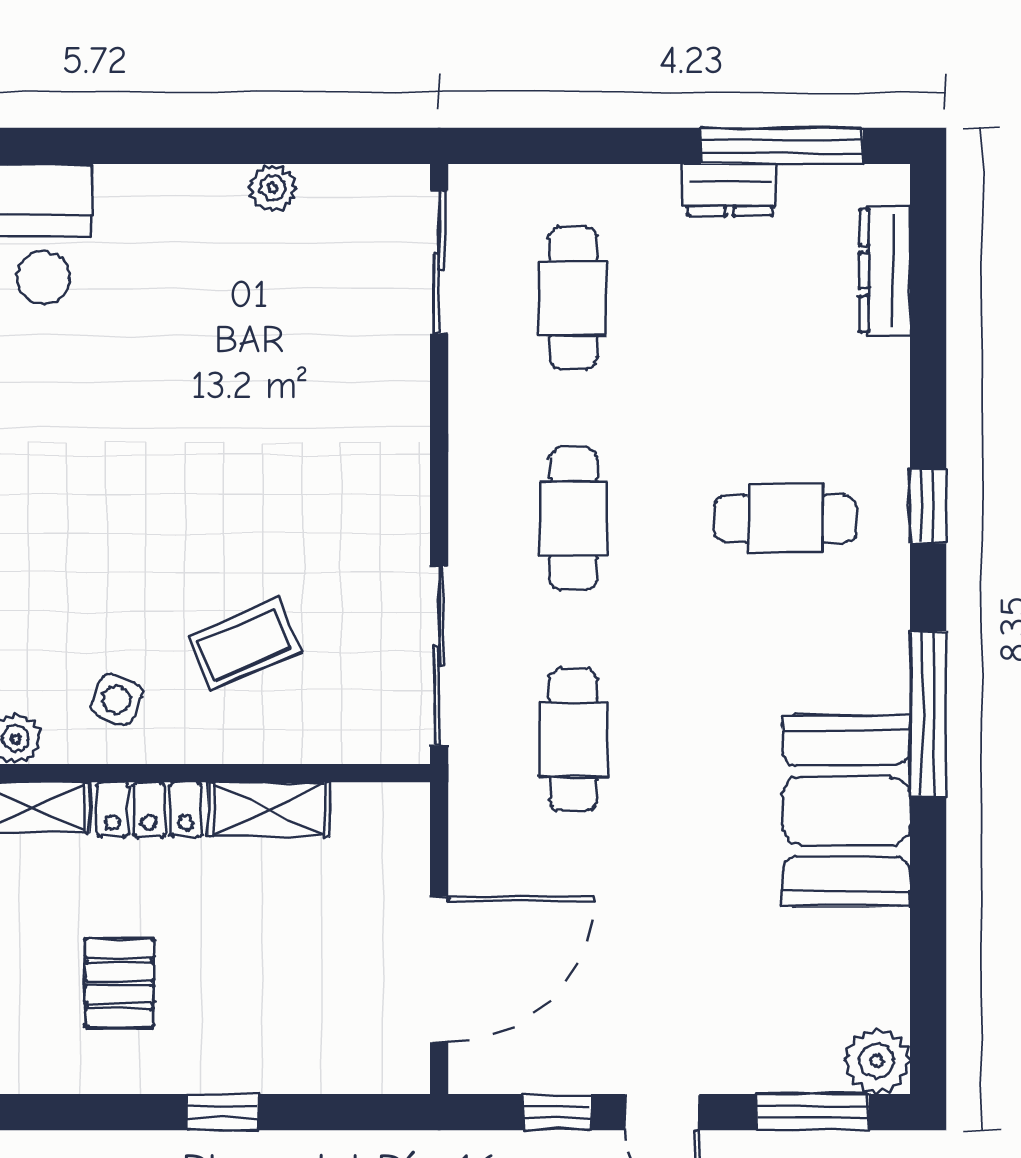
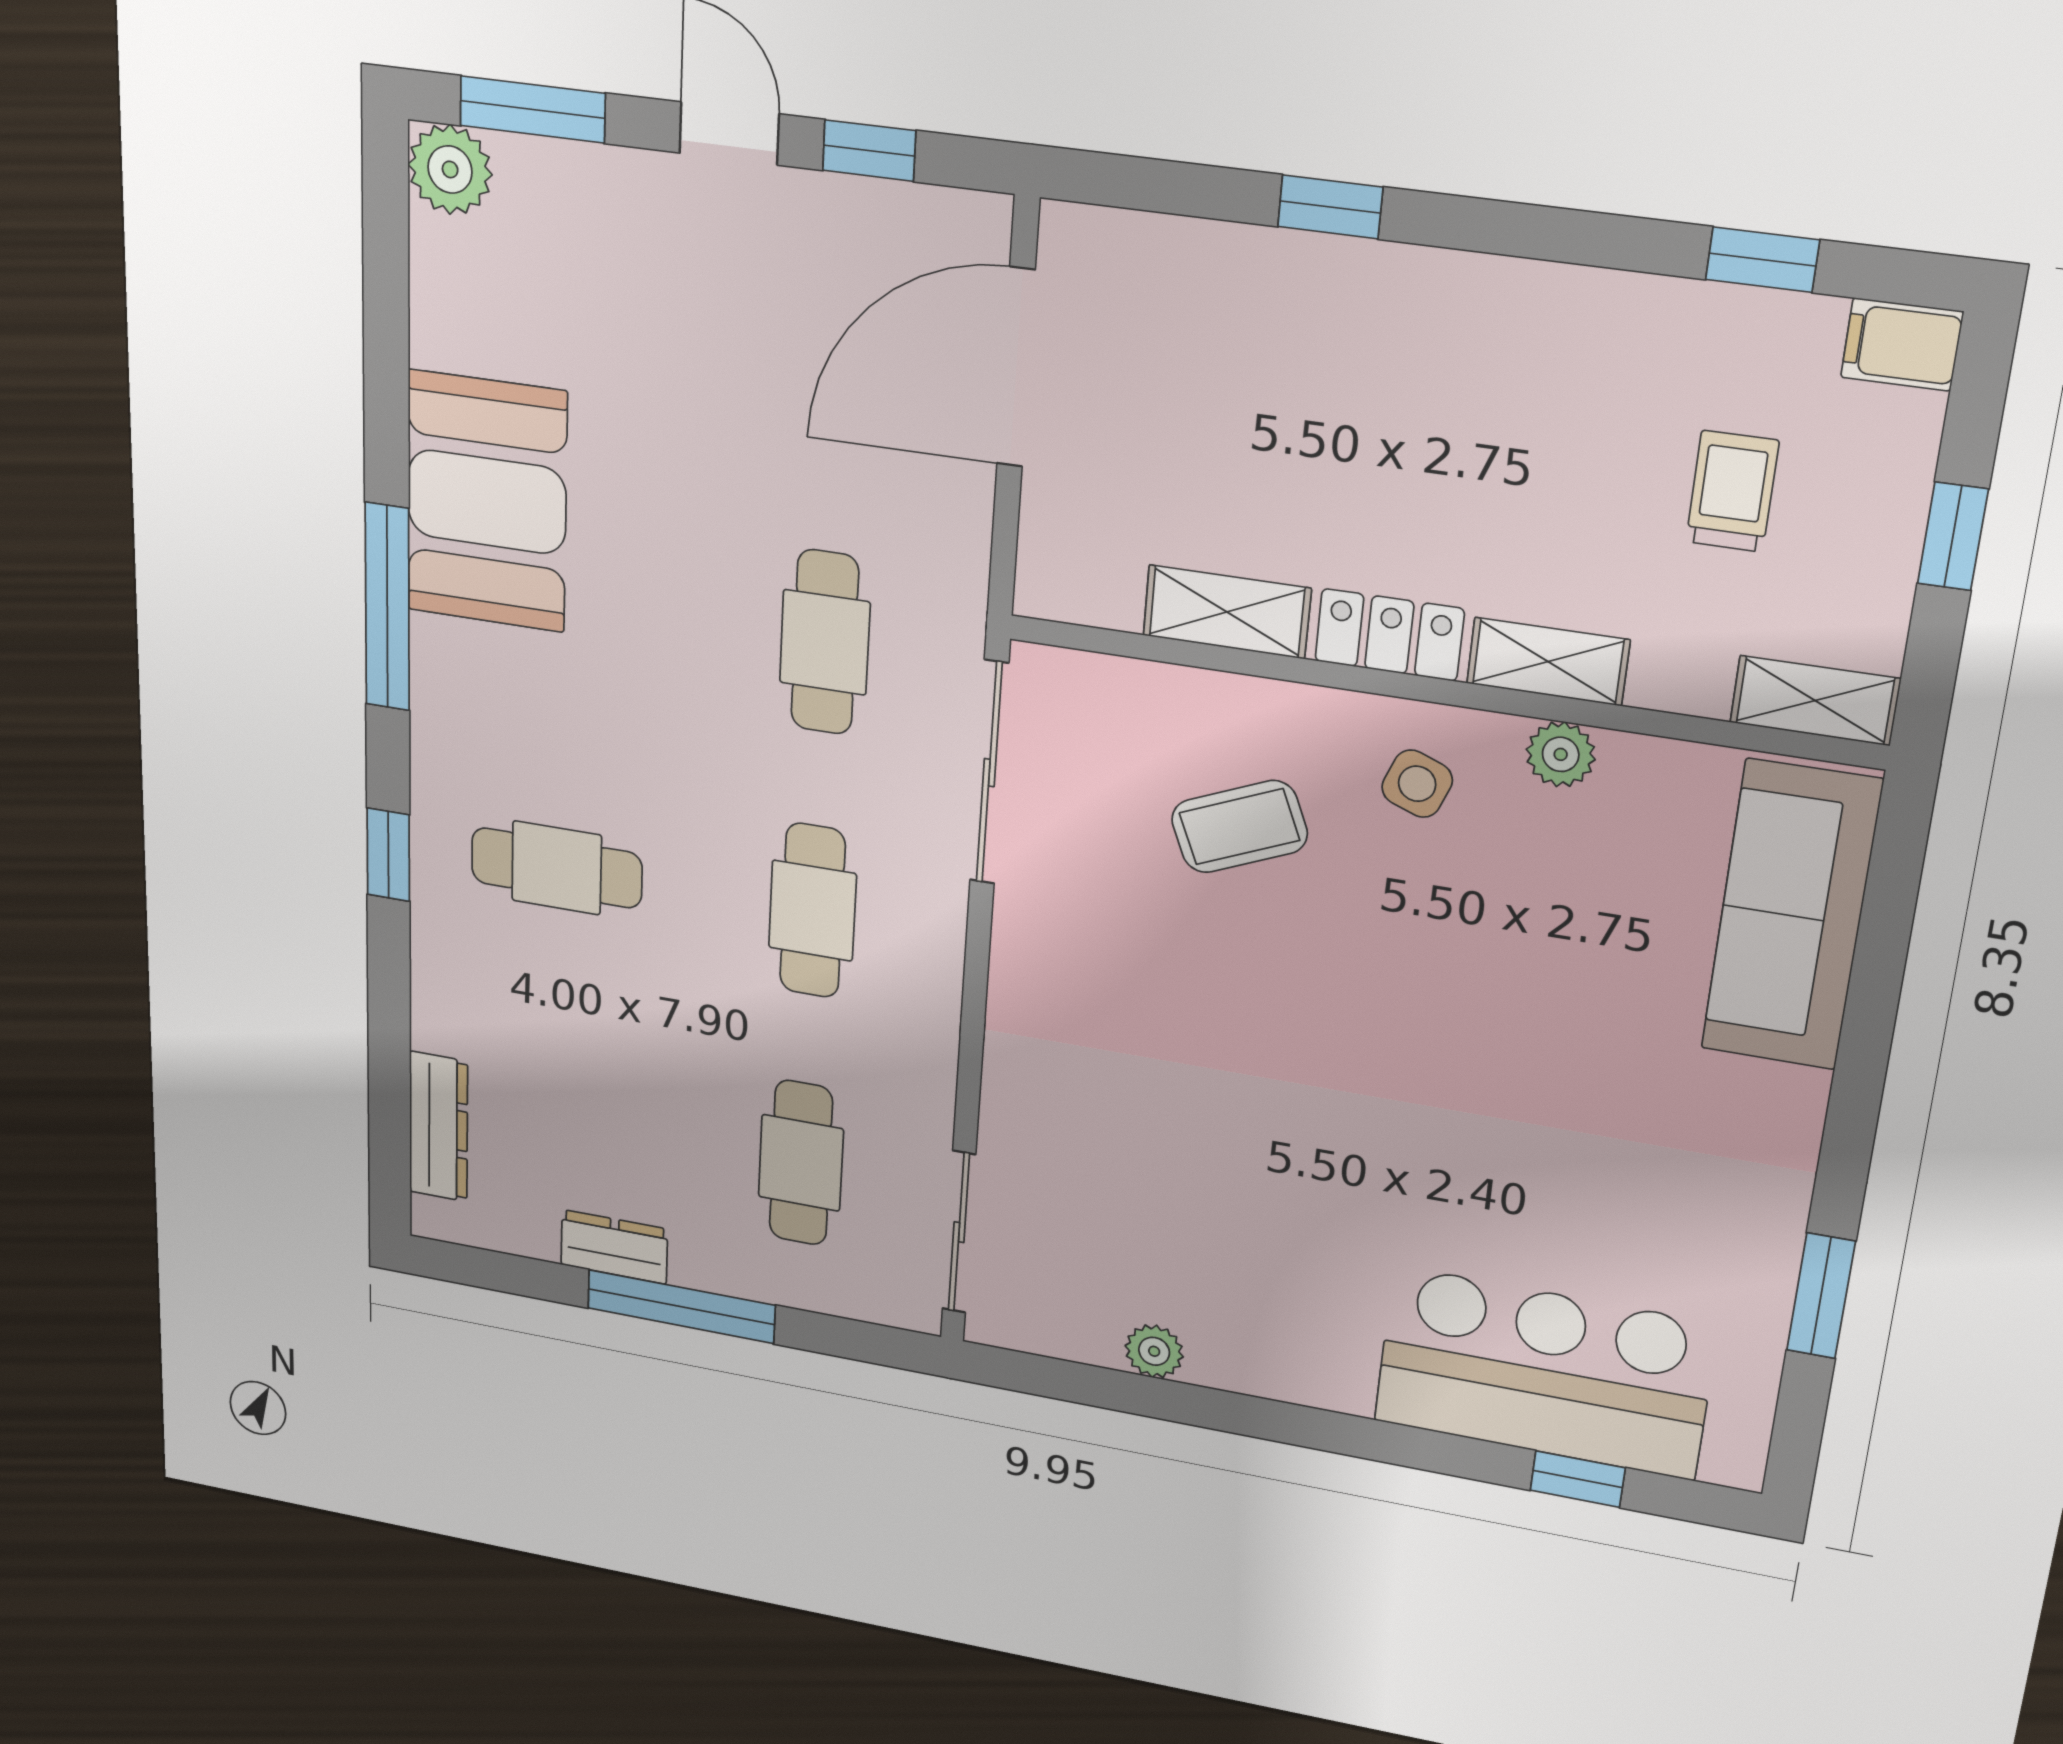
window: (782, 146) -> (681, 1307), moved
pallet: (119, 983) -> (1457, 407), removed

